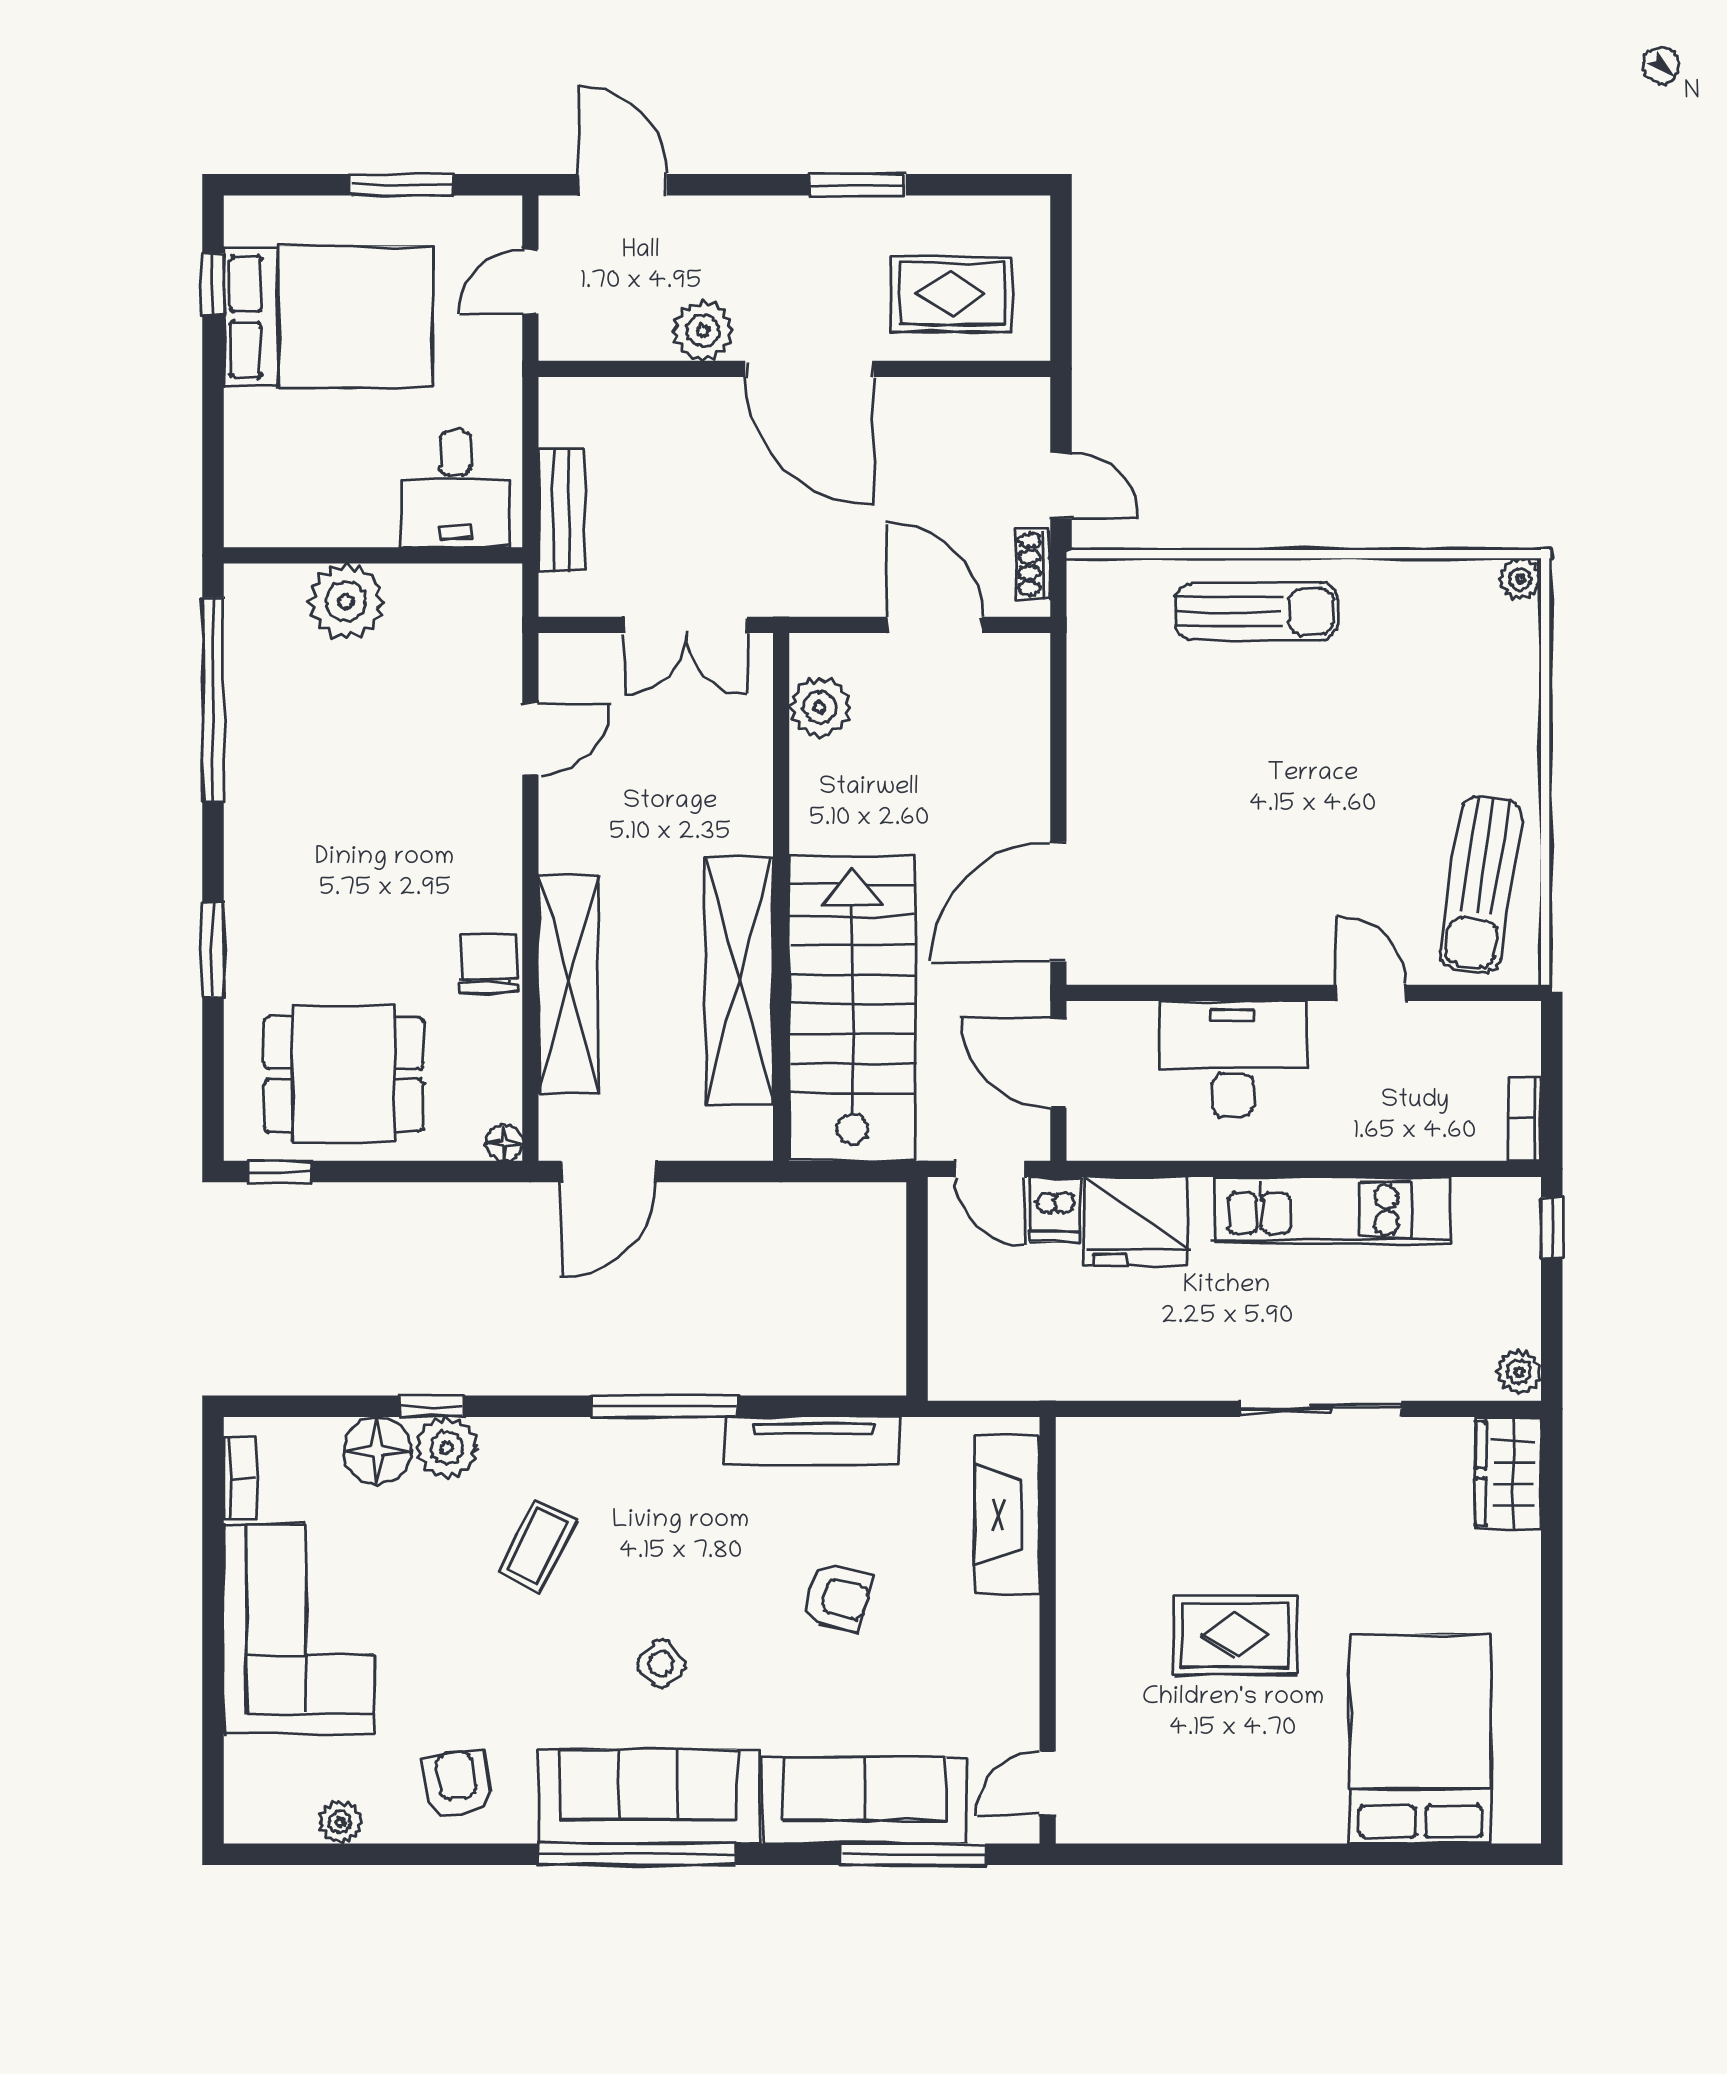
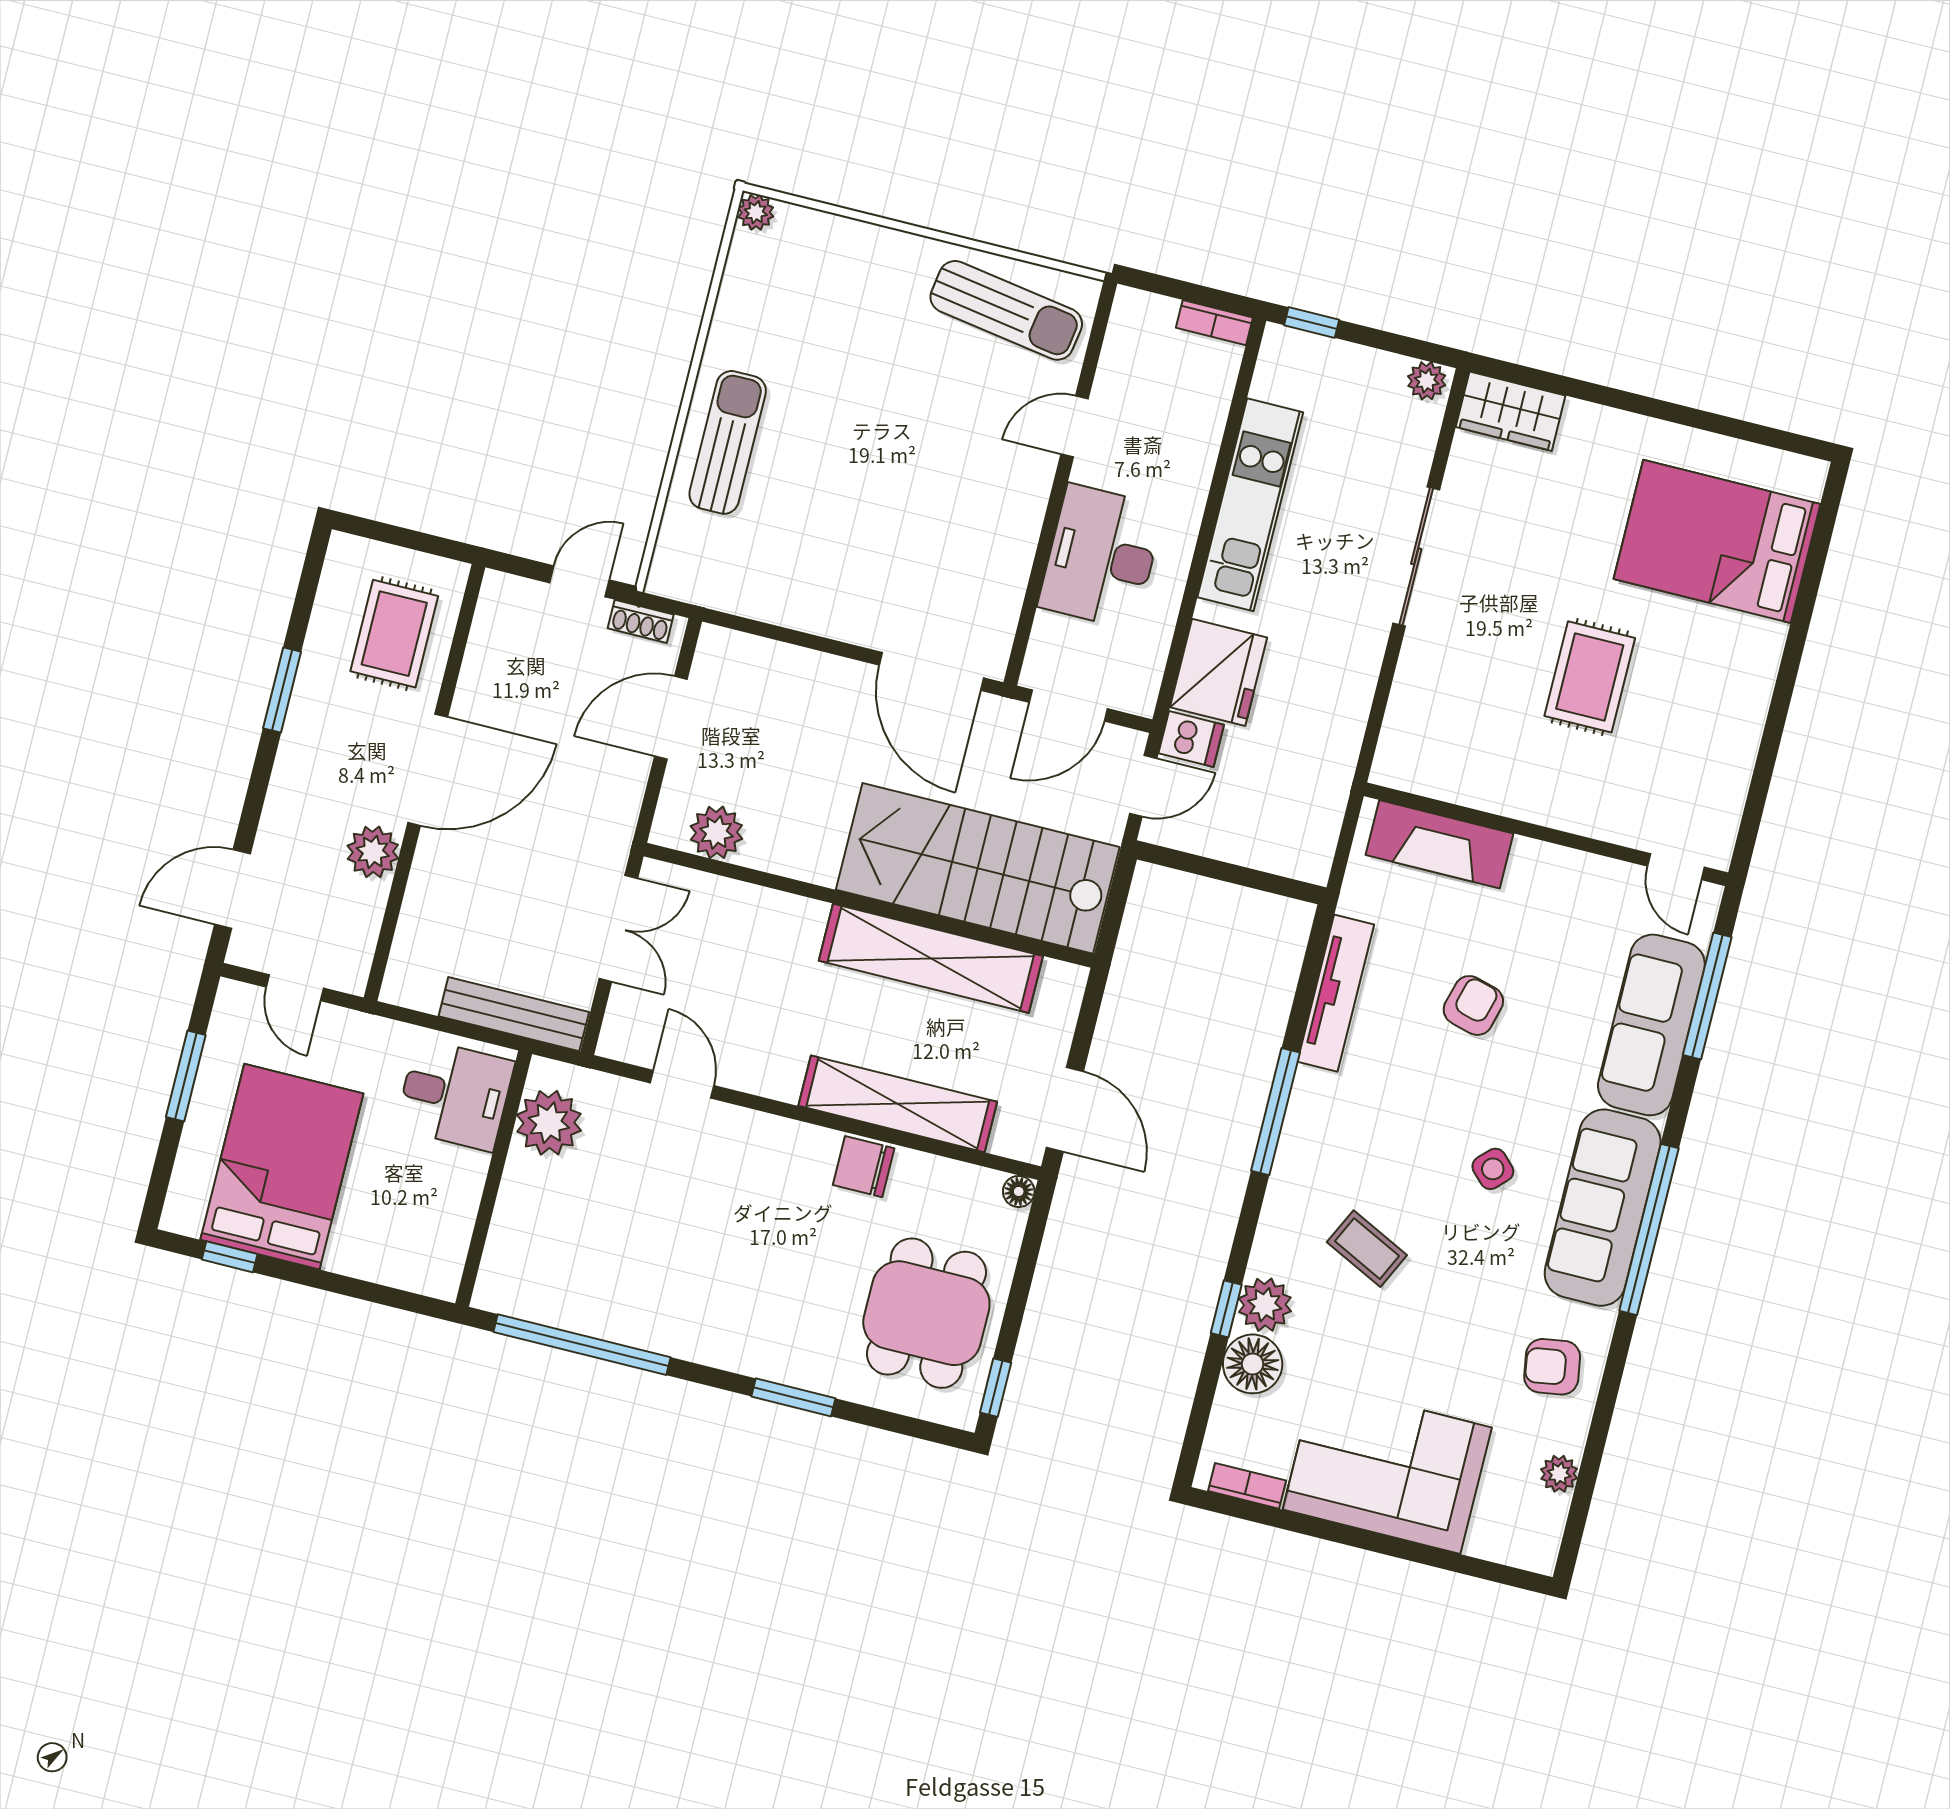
bench: (562, 510) -> (514, 1014), width x1.36
plant: (346, 601) -> (549, 1123), moved

